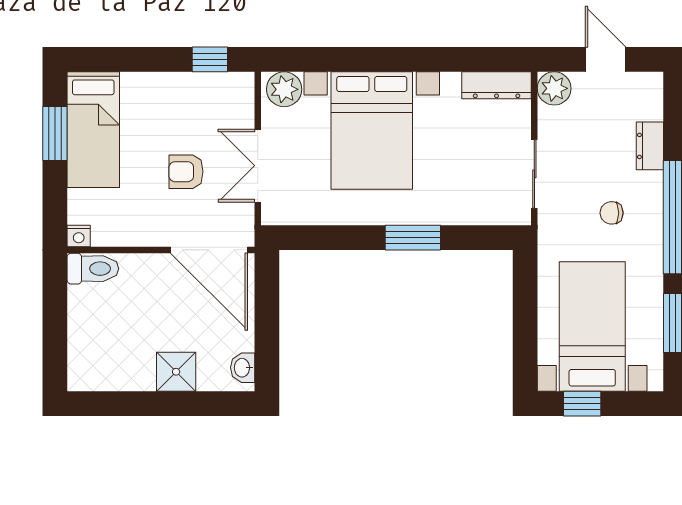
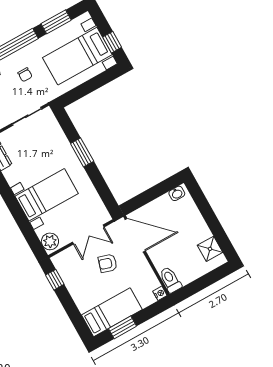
bed with nightstands: (372, 130) -> (47, 195), width x0.73
armchair: (186, 172) -> (108, 263), turned 107
door: (209, 250) -> (135, 235), hinge flipped
shower: (176, 372) -> (210, 249), moved

